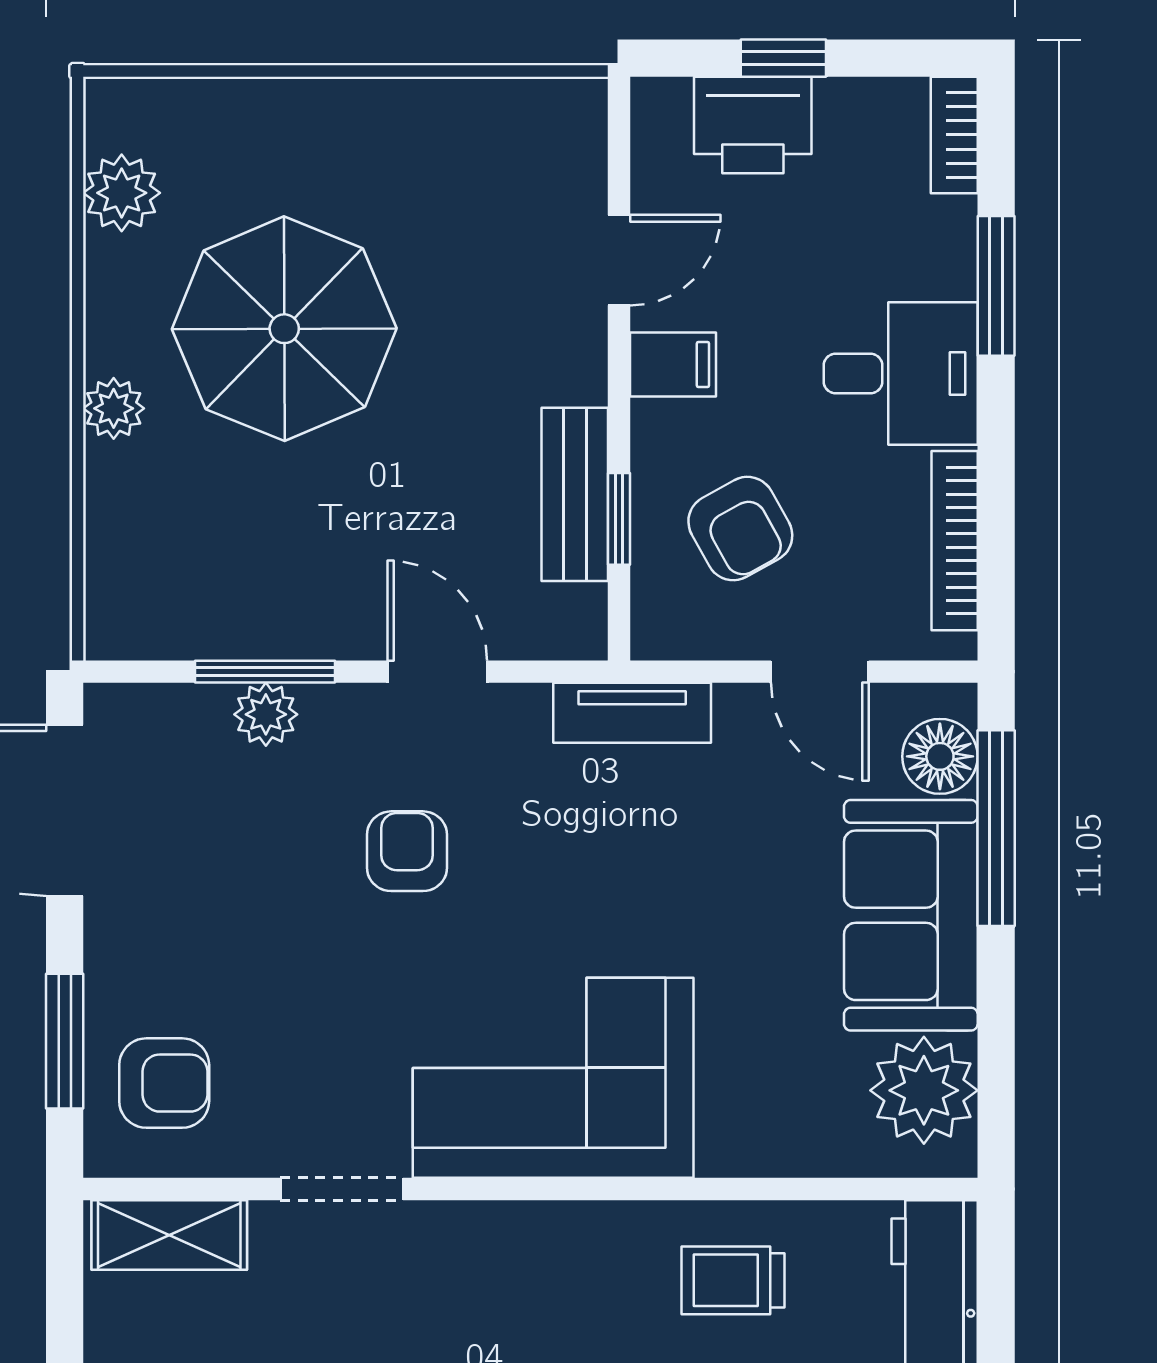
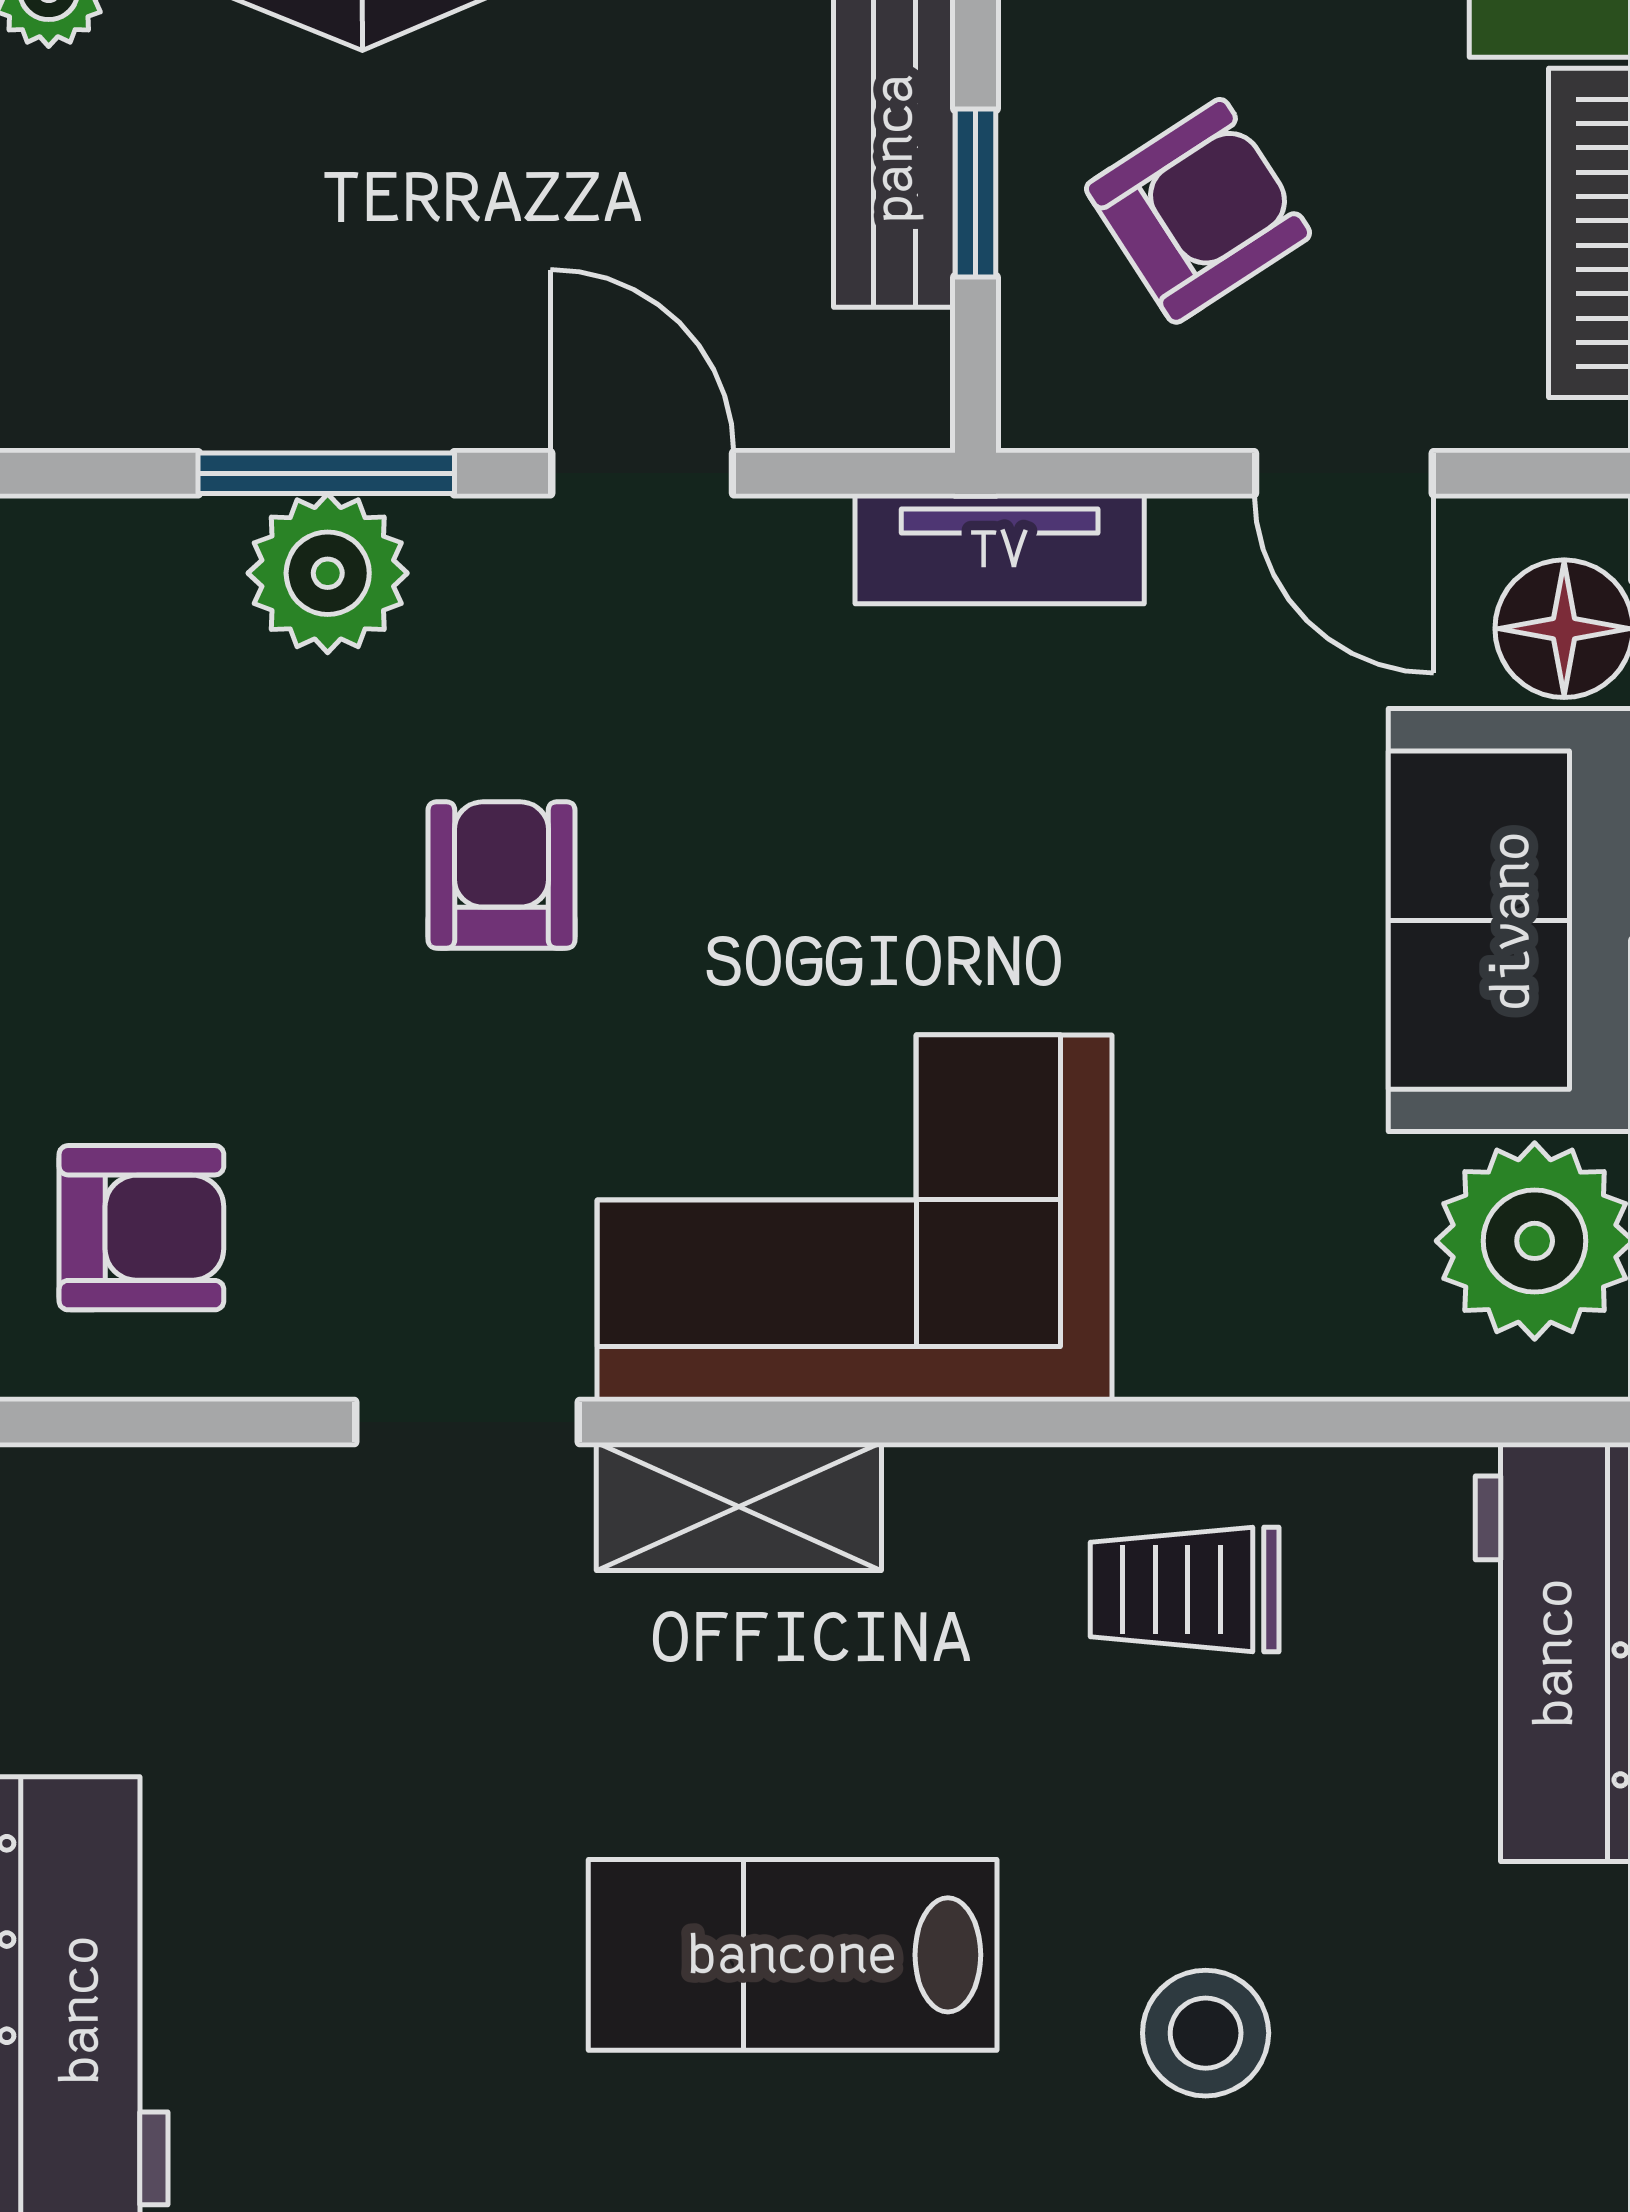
armchair: (740, 529) -> (1198, 211), turned -94
plant: (266, 714) -> (328, 573), width x1.38, depth x1.38
armchair: (407, 851) -> (502, 875), moved
shelving: (169, 1235) -> (739, 1506), moved

